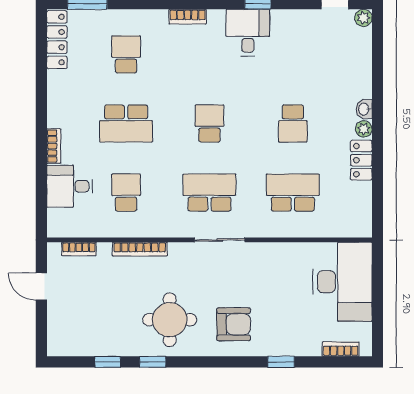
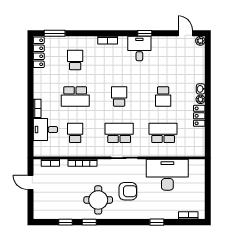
desk: (342, 282) -> (167, 175), moved, turned -90
armchair: (234, 324) -> (128, 191), moved

